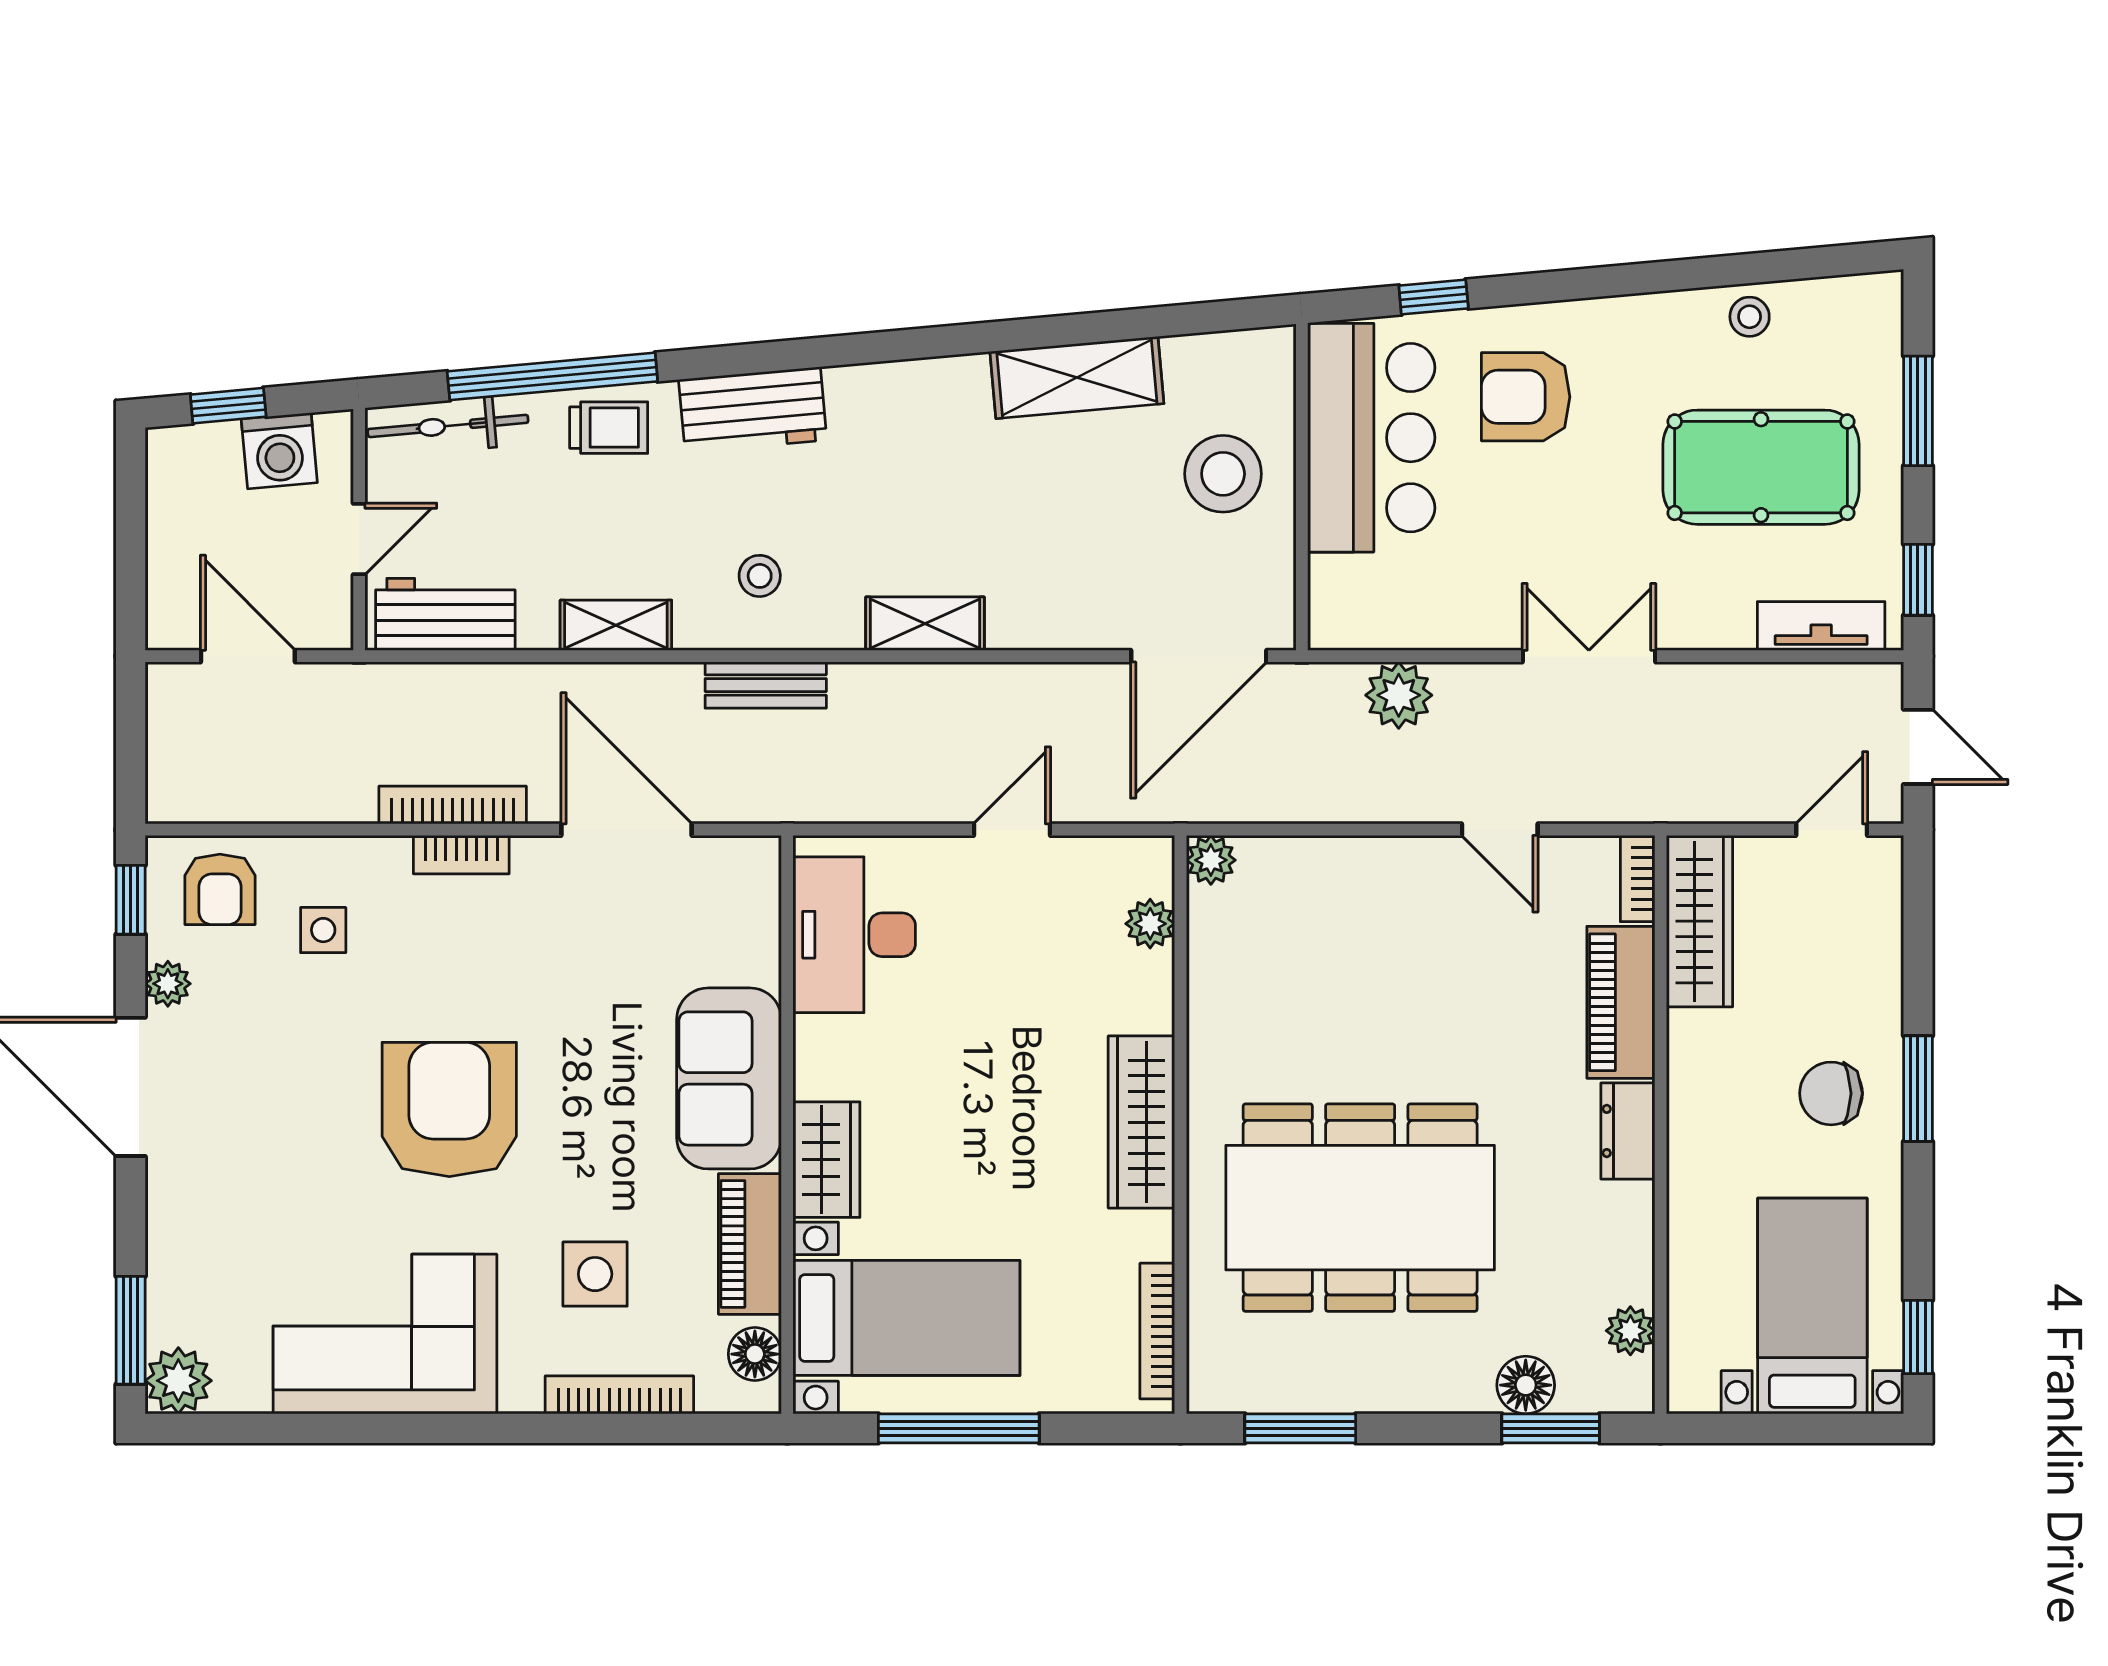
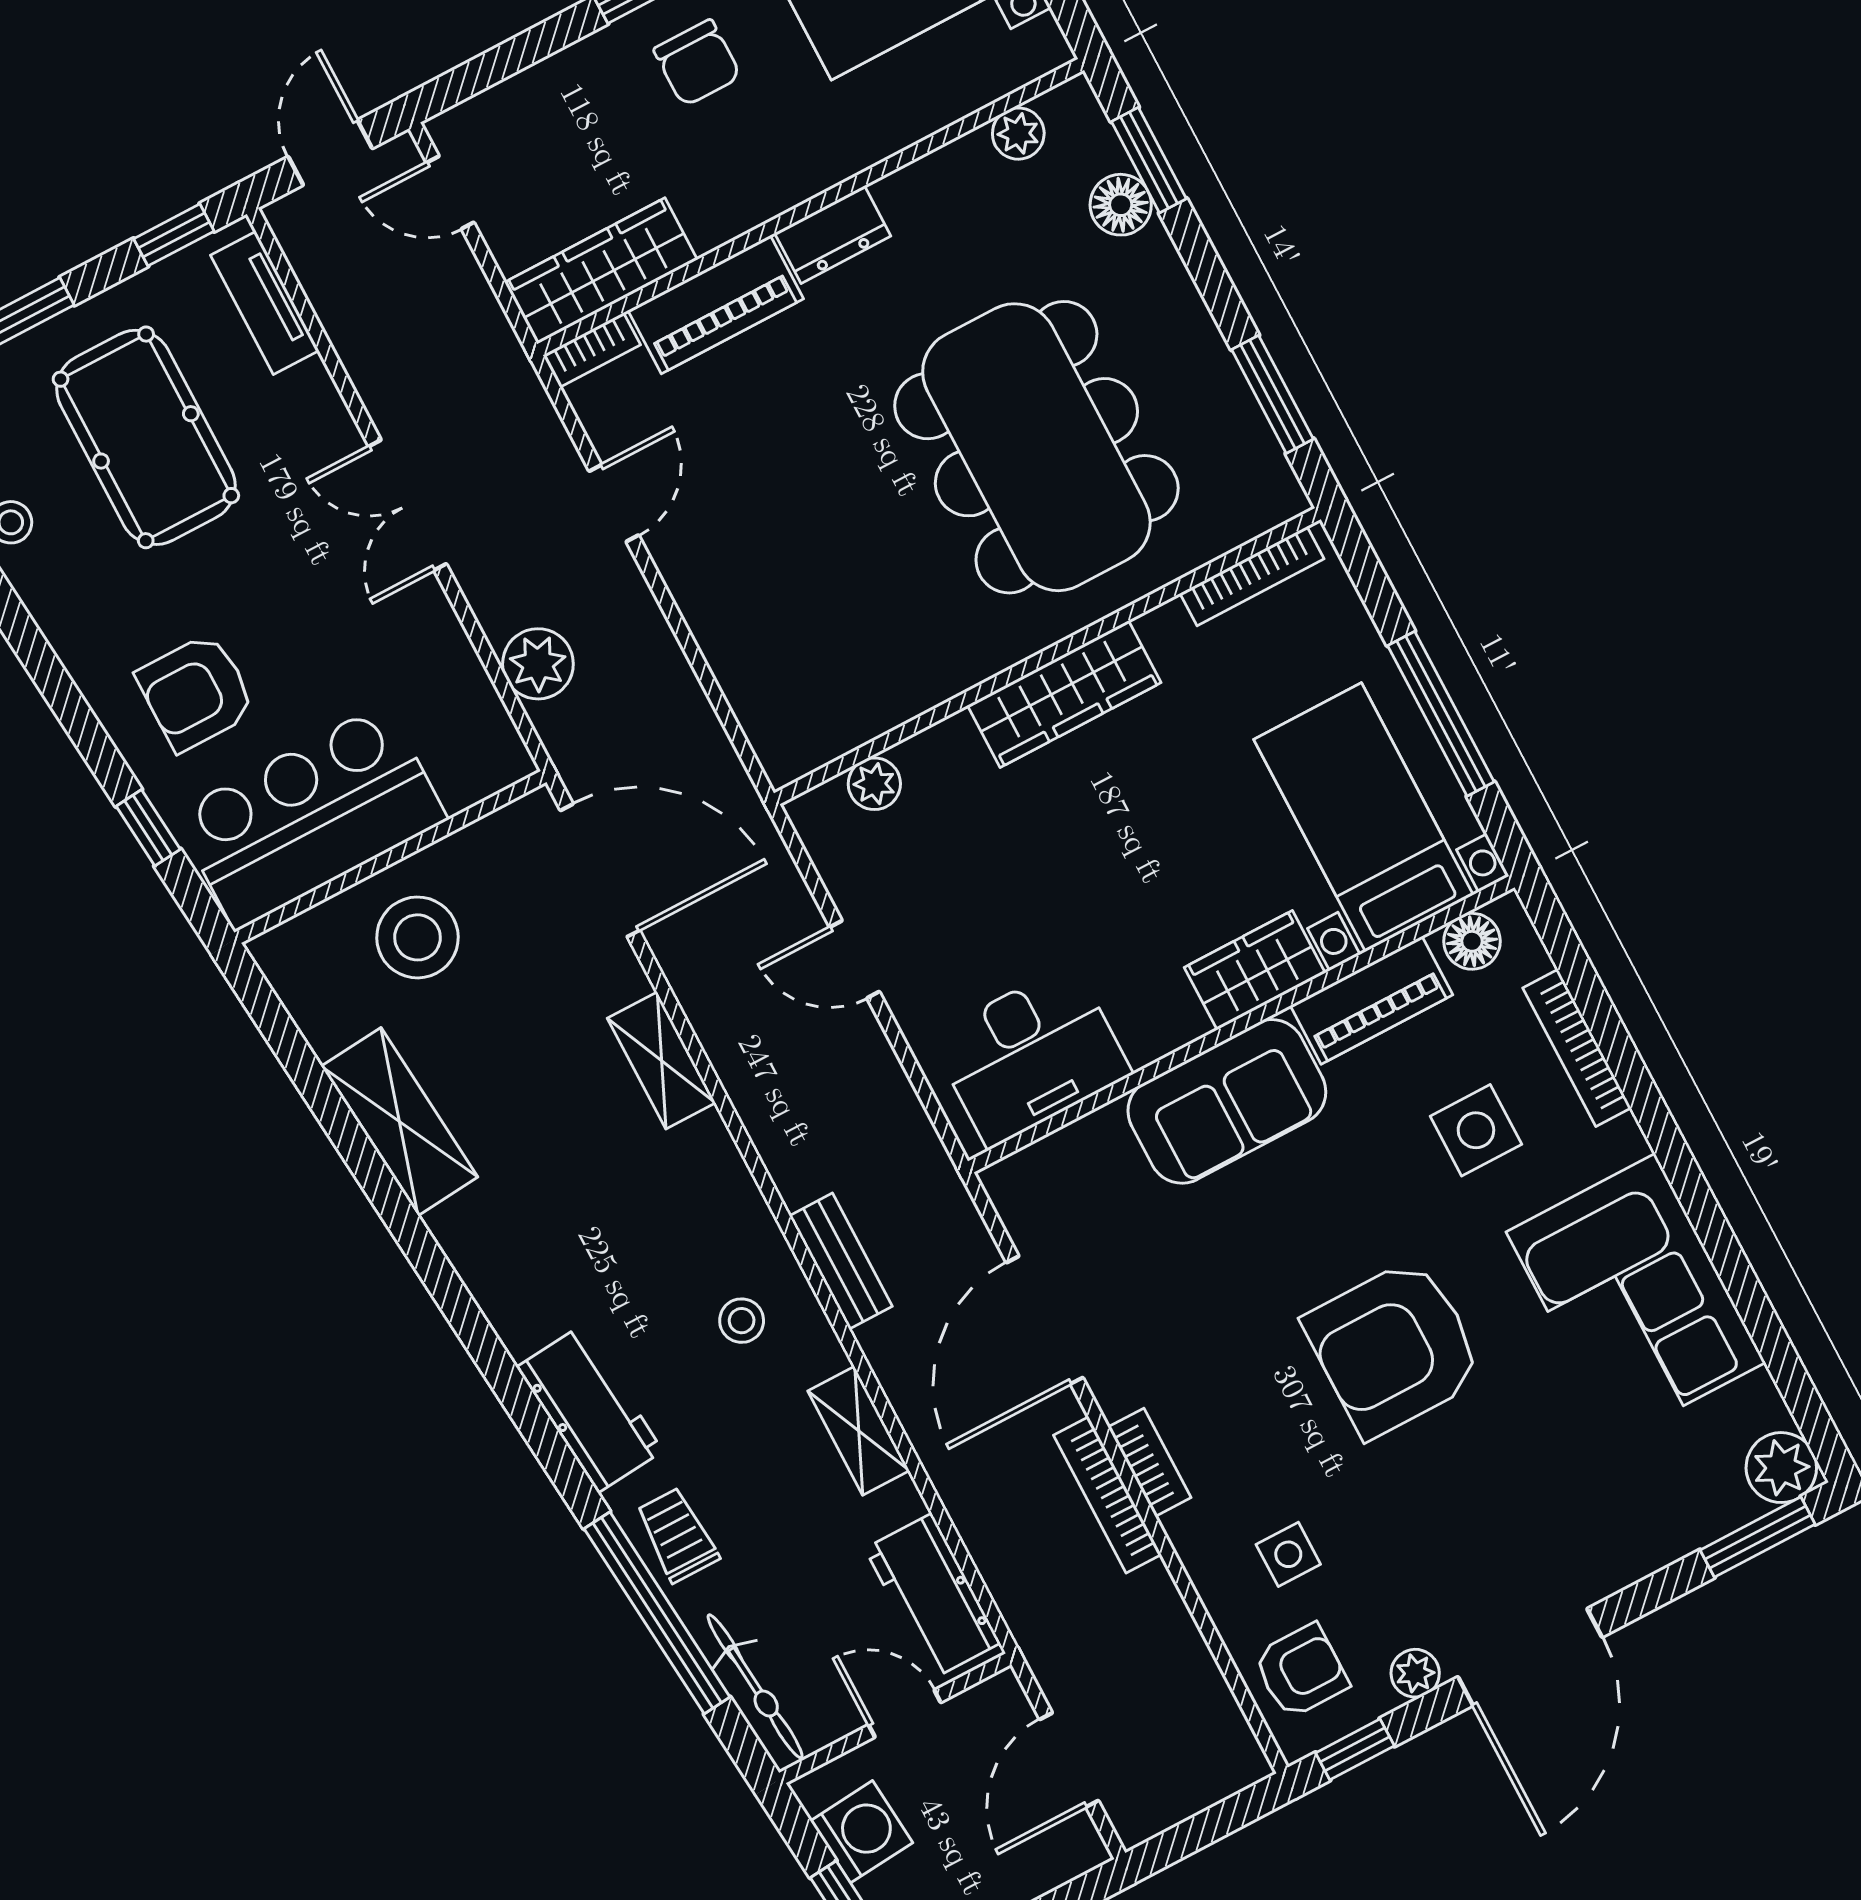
armchair: (1526, 397) -> (196, 692), turned 90
shelving: (925, 624) -> (661, 1061), moved
plant: (1211, 860) -> (785, 758), removed

